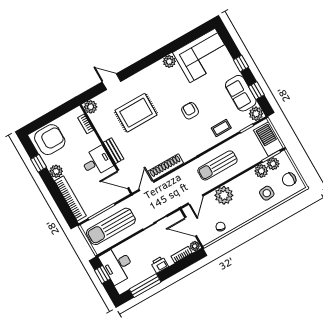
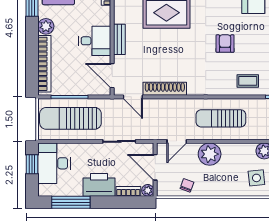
door: (146, 186) -> (133, 97), swing flipped
printer: (160, 265) -> (99, 185), width x1.87, depth x1.48

